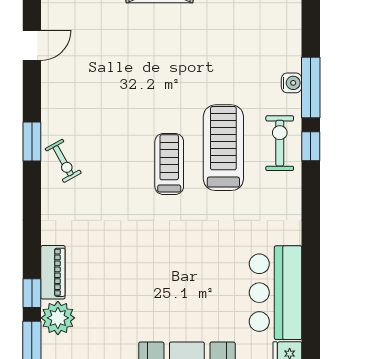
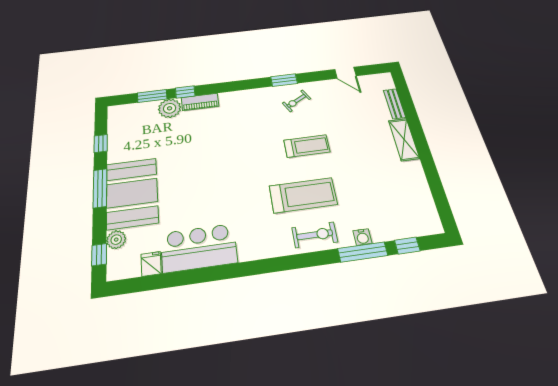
window: (311, 146) -> (407, 246), moved
exercise bike: (63, 161) -> (296, 101), moved
treadmill: (169, 164) -> (307, 146), moved

